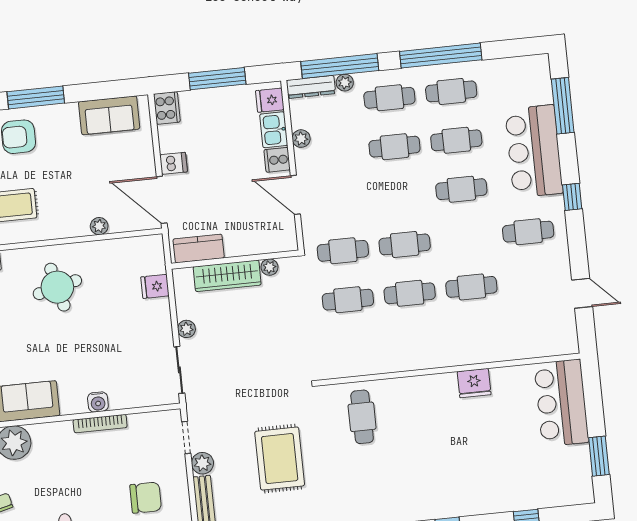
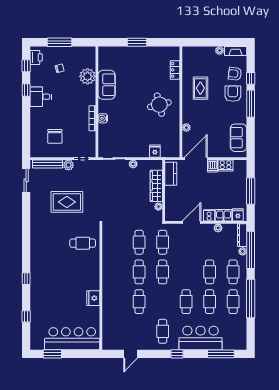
cooker: (167, 108) -> (226, 166), moved
bar counter: (561, 403) -> (72, 339), width x1.36

